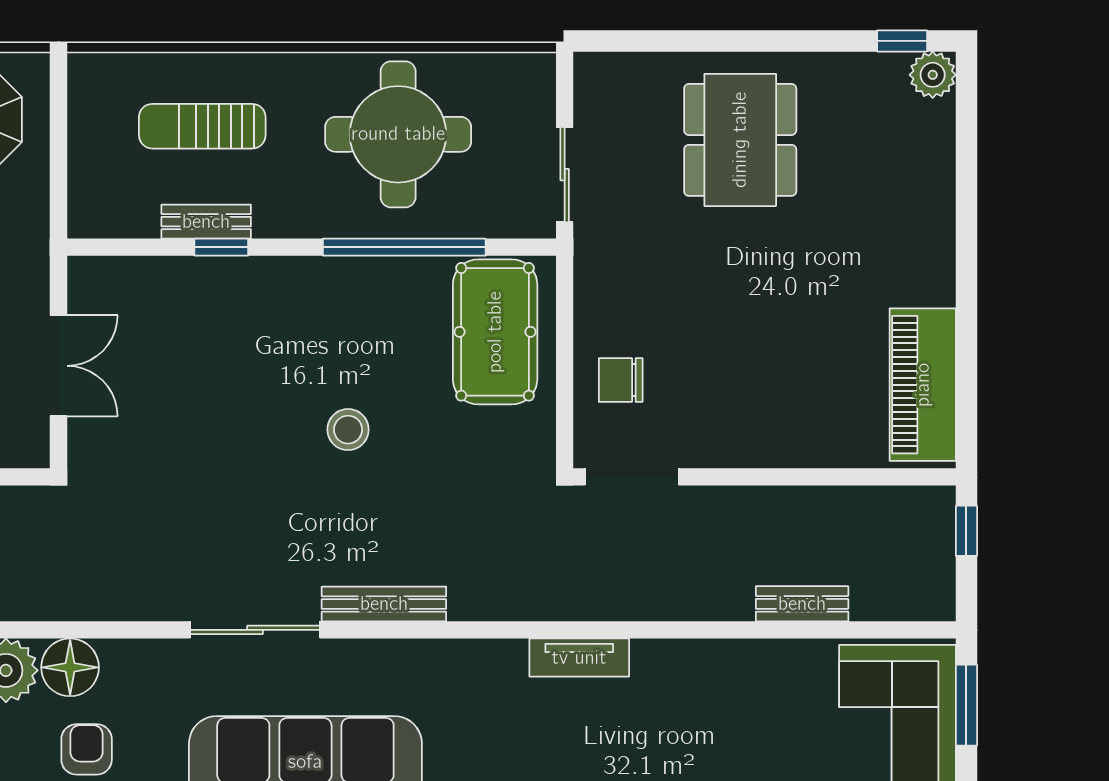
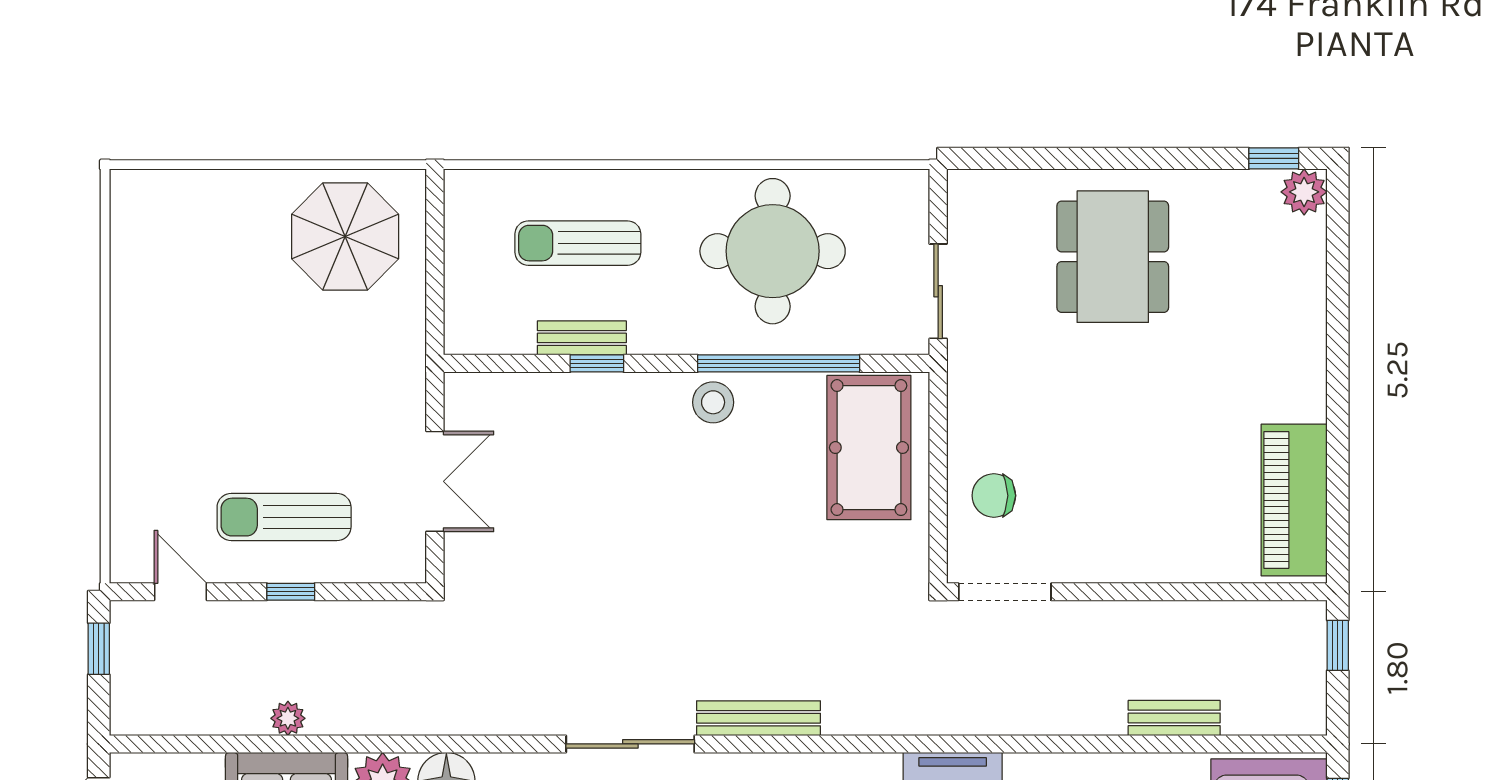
stool: (348, 430) -> (713, 402), moved

